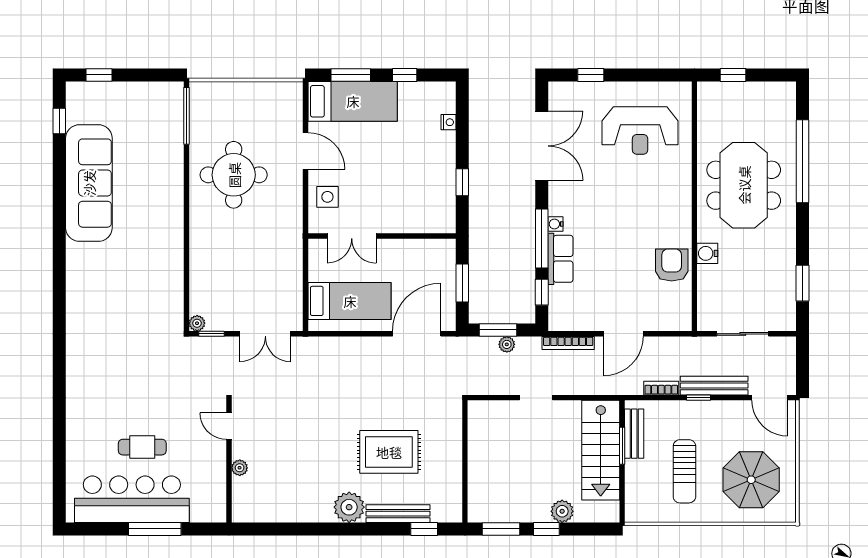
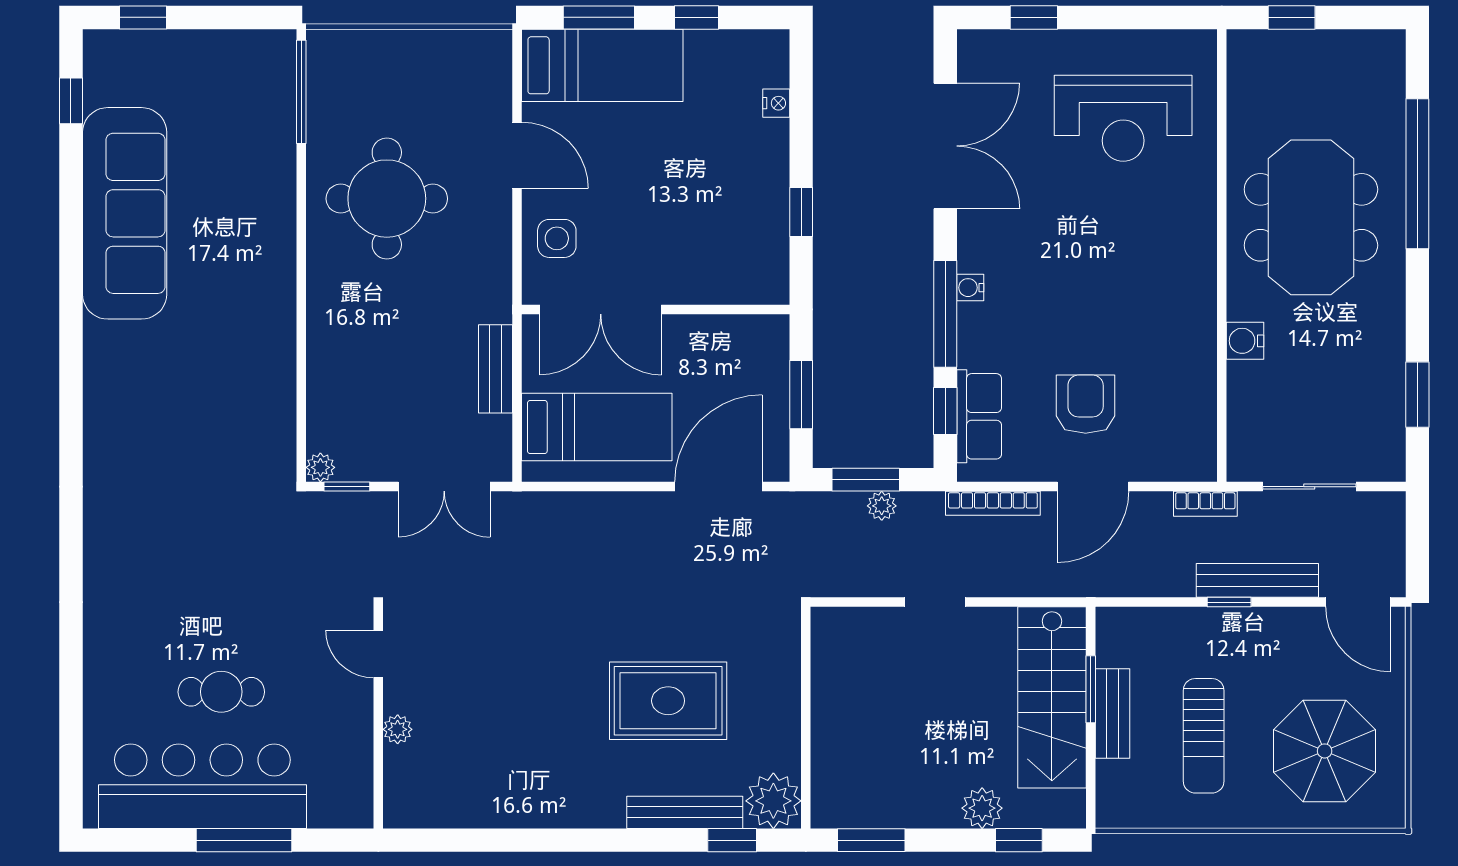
double door: (352, 236) -> (601, 309), width x1.37
row of seats: (561, 259) -> (979, 416), moved
armchair: (672, 265) -> (1086, 404), moved
bench: (294, 269) -> (495, 369), added
bookcase: (661, 388) -> (1205, 504), moved, turned 180
bench: (634, 434) -> (1113, 714), moved
plant: (349, 507) -> (773, 801), moved
window: (546, 529) -> (1019, 840), moved

